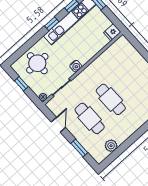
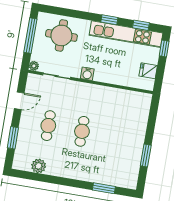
fridge: (112, 32) -> (148, 71), moved
window: (21, 84) -> (30, 36), width x2.17
cafe table: (111, 99) -> (82, 131), width x0.73, depth x0.74
cafe table: (90, 118) -> (48, 126), width x0.73, depth x0.74

